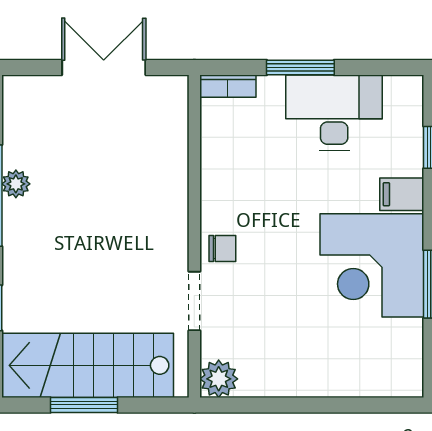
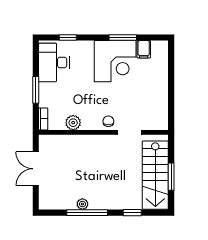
desk: (334, 113) -> (54, 62), moved
filing cabinet: (402, 194) -> (144, 49), moved
plant: (219, 379) -> (73, 123), moved

